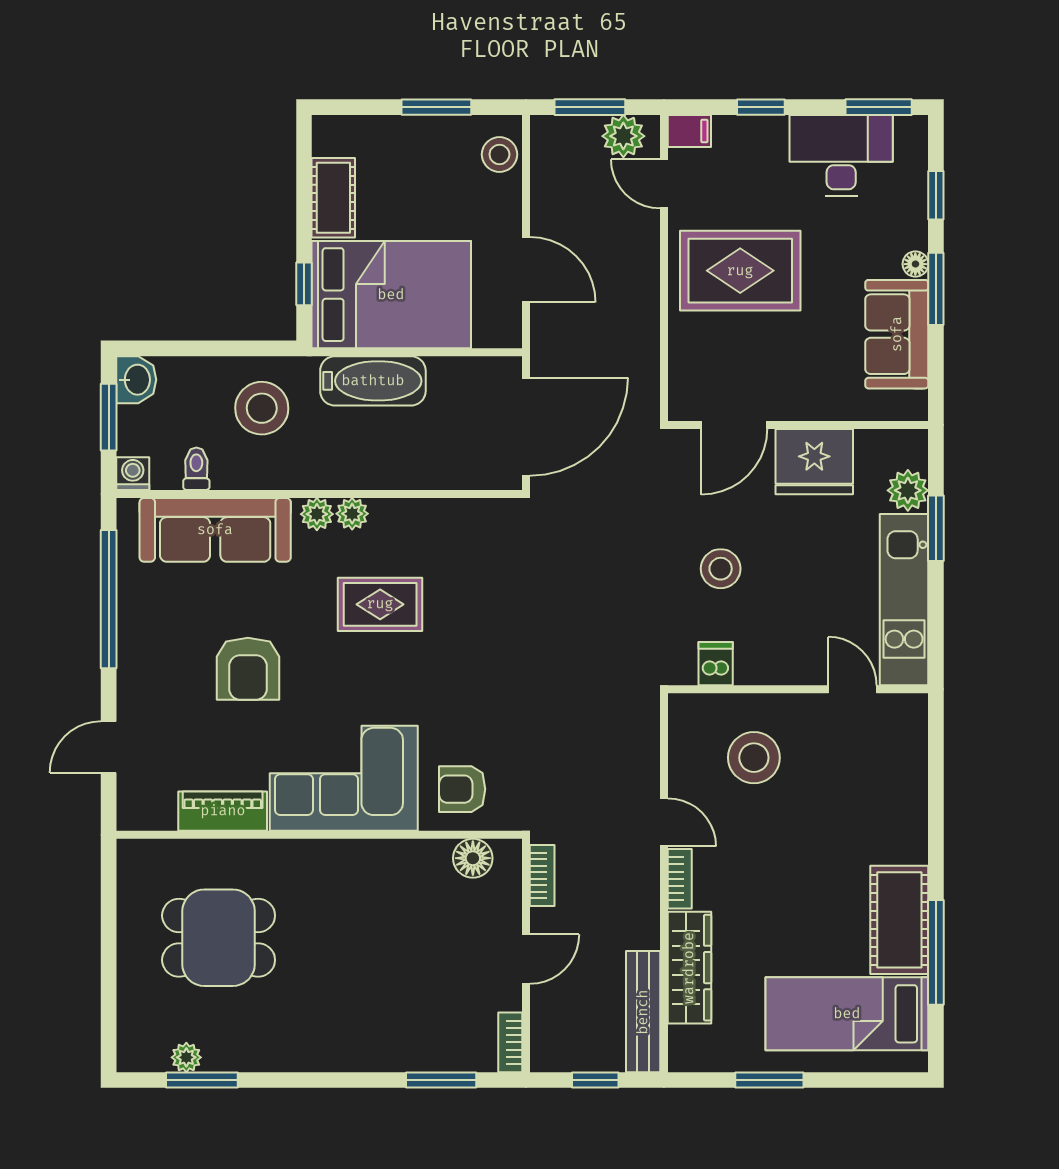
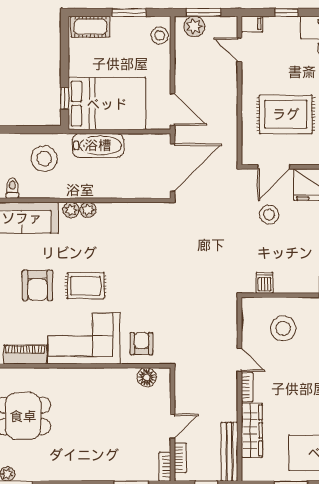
plant: (623, 136) -> (194, 26), moved
cot: (333, 198) -> (90, 27), moved, turned 90
door: (526, 270) -> (172, 109), moved
rug: (740, 271) -> (286, 114), moved
stool: (721, 569) -> (269, 215), moved
rug: (380, 604) -> (86, 286), moved
armchair: (462, 789) -> (141, 344), turned 90
bookcase: (542, 876) -> (180, 458), moved

